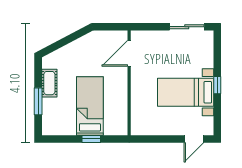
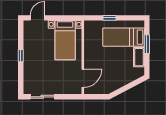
bed with nightstands: (186, 92) -> (65, 40), moved, turned 90
bed: (90, 106) -> (124, 37), moved, turned 90

